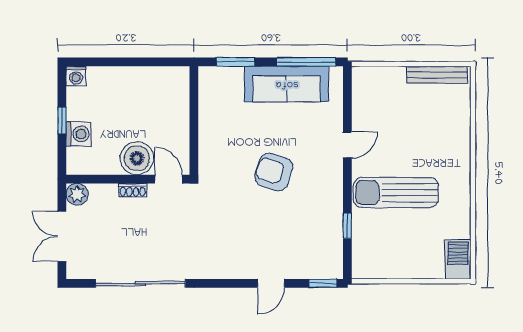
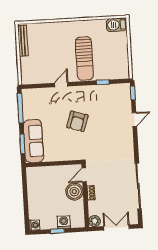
sofa: (287, 84) -> (34, 141), moved
door: (347, 145) -> (61, 85), hinge flipped
double door: (62, 236) -> (116, 228), swing flipped
door: (271, 283) -> (134, 119), hinge flipped

